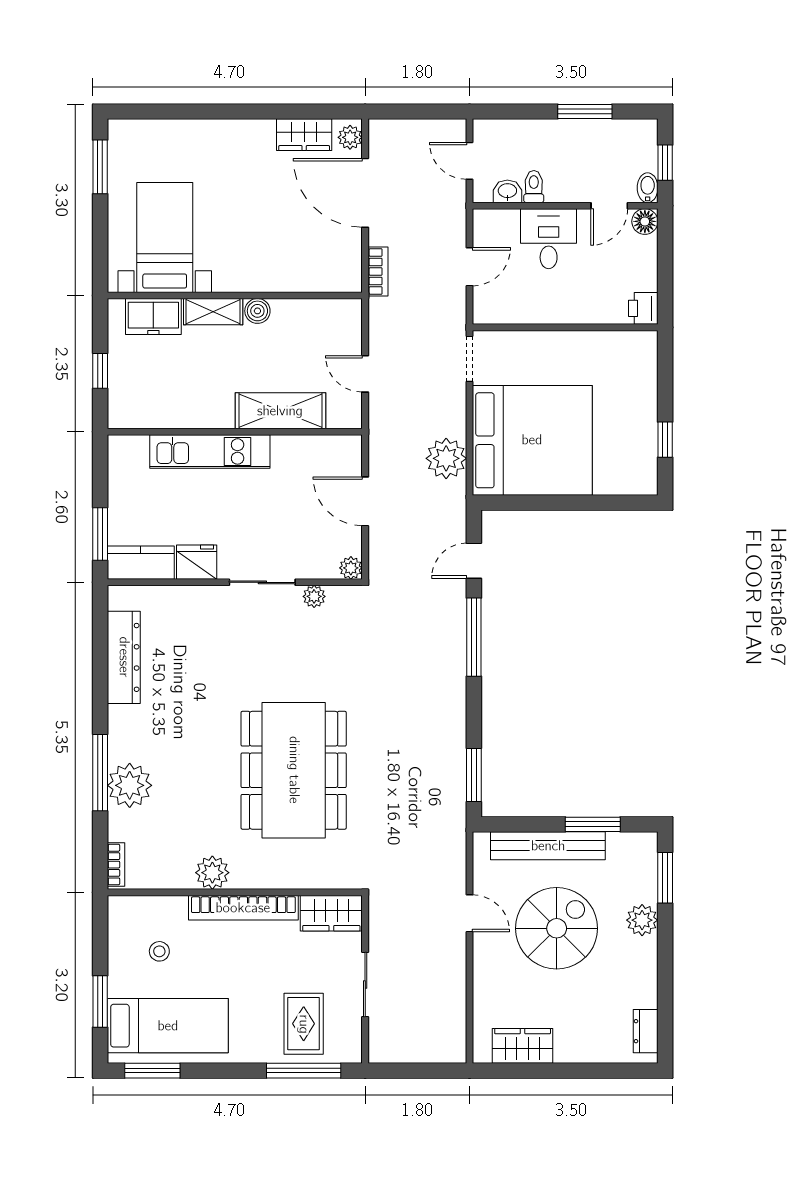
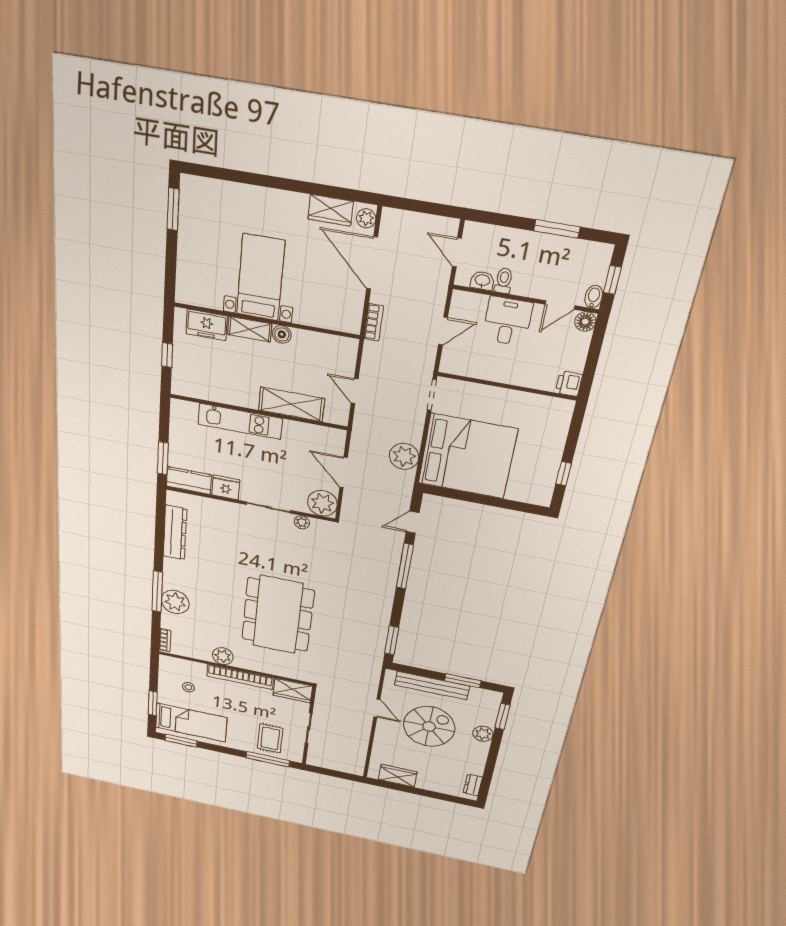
bed with nightstands: (165, 237) -> (261, 278), moved
plant: (351, 568) -> (322, 503), width x1.88, depth x1.88

